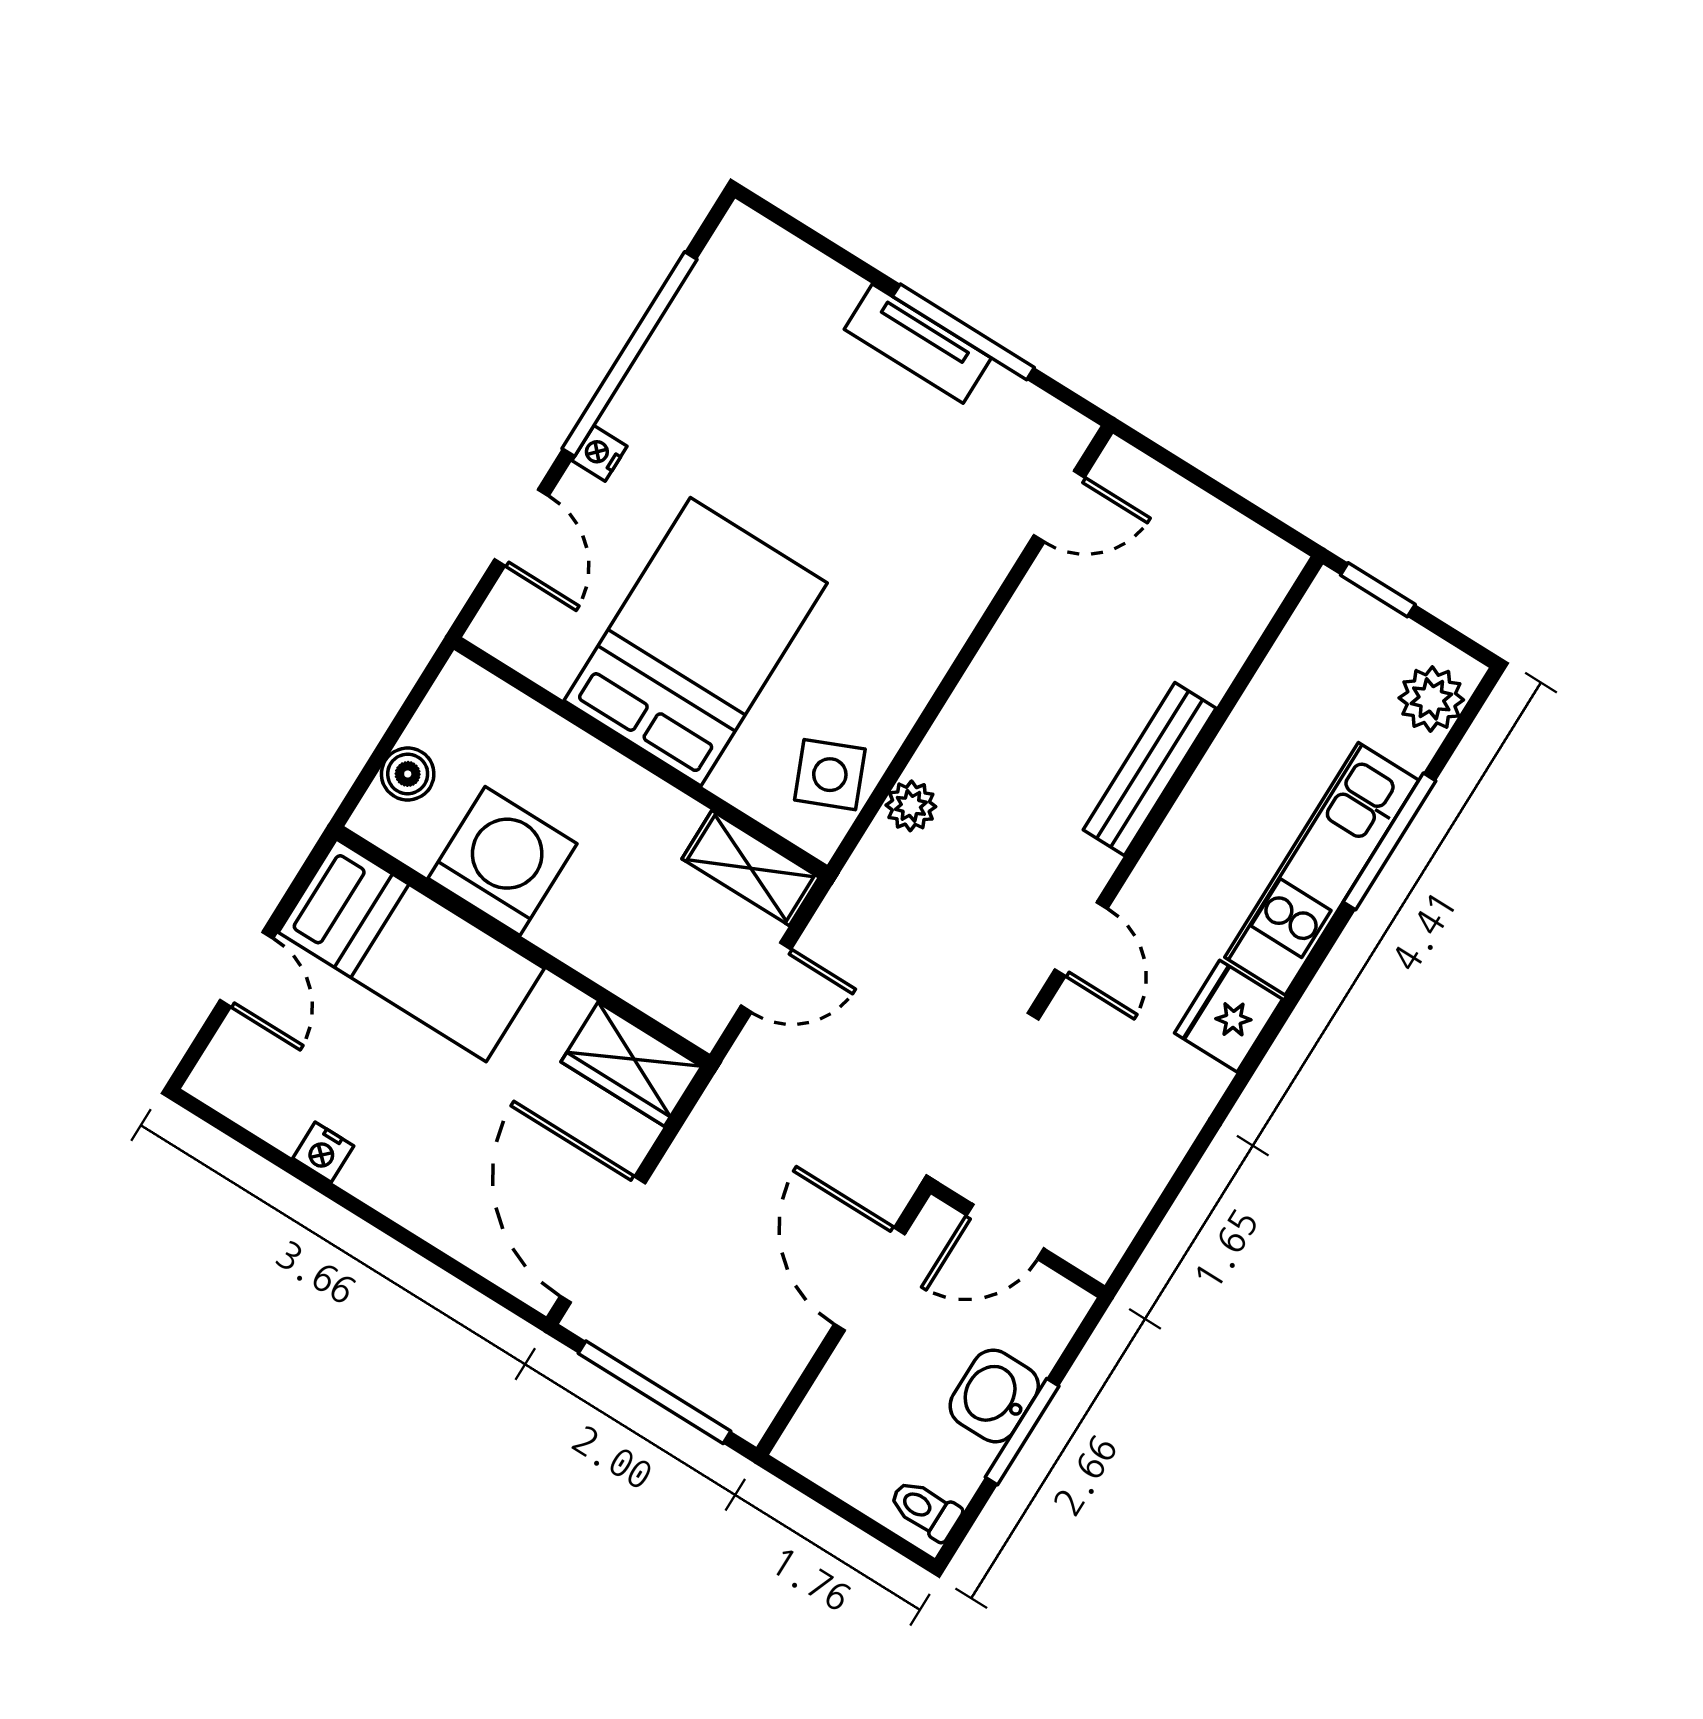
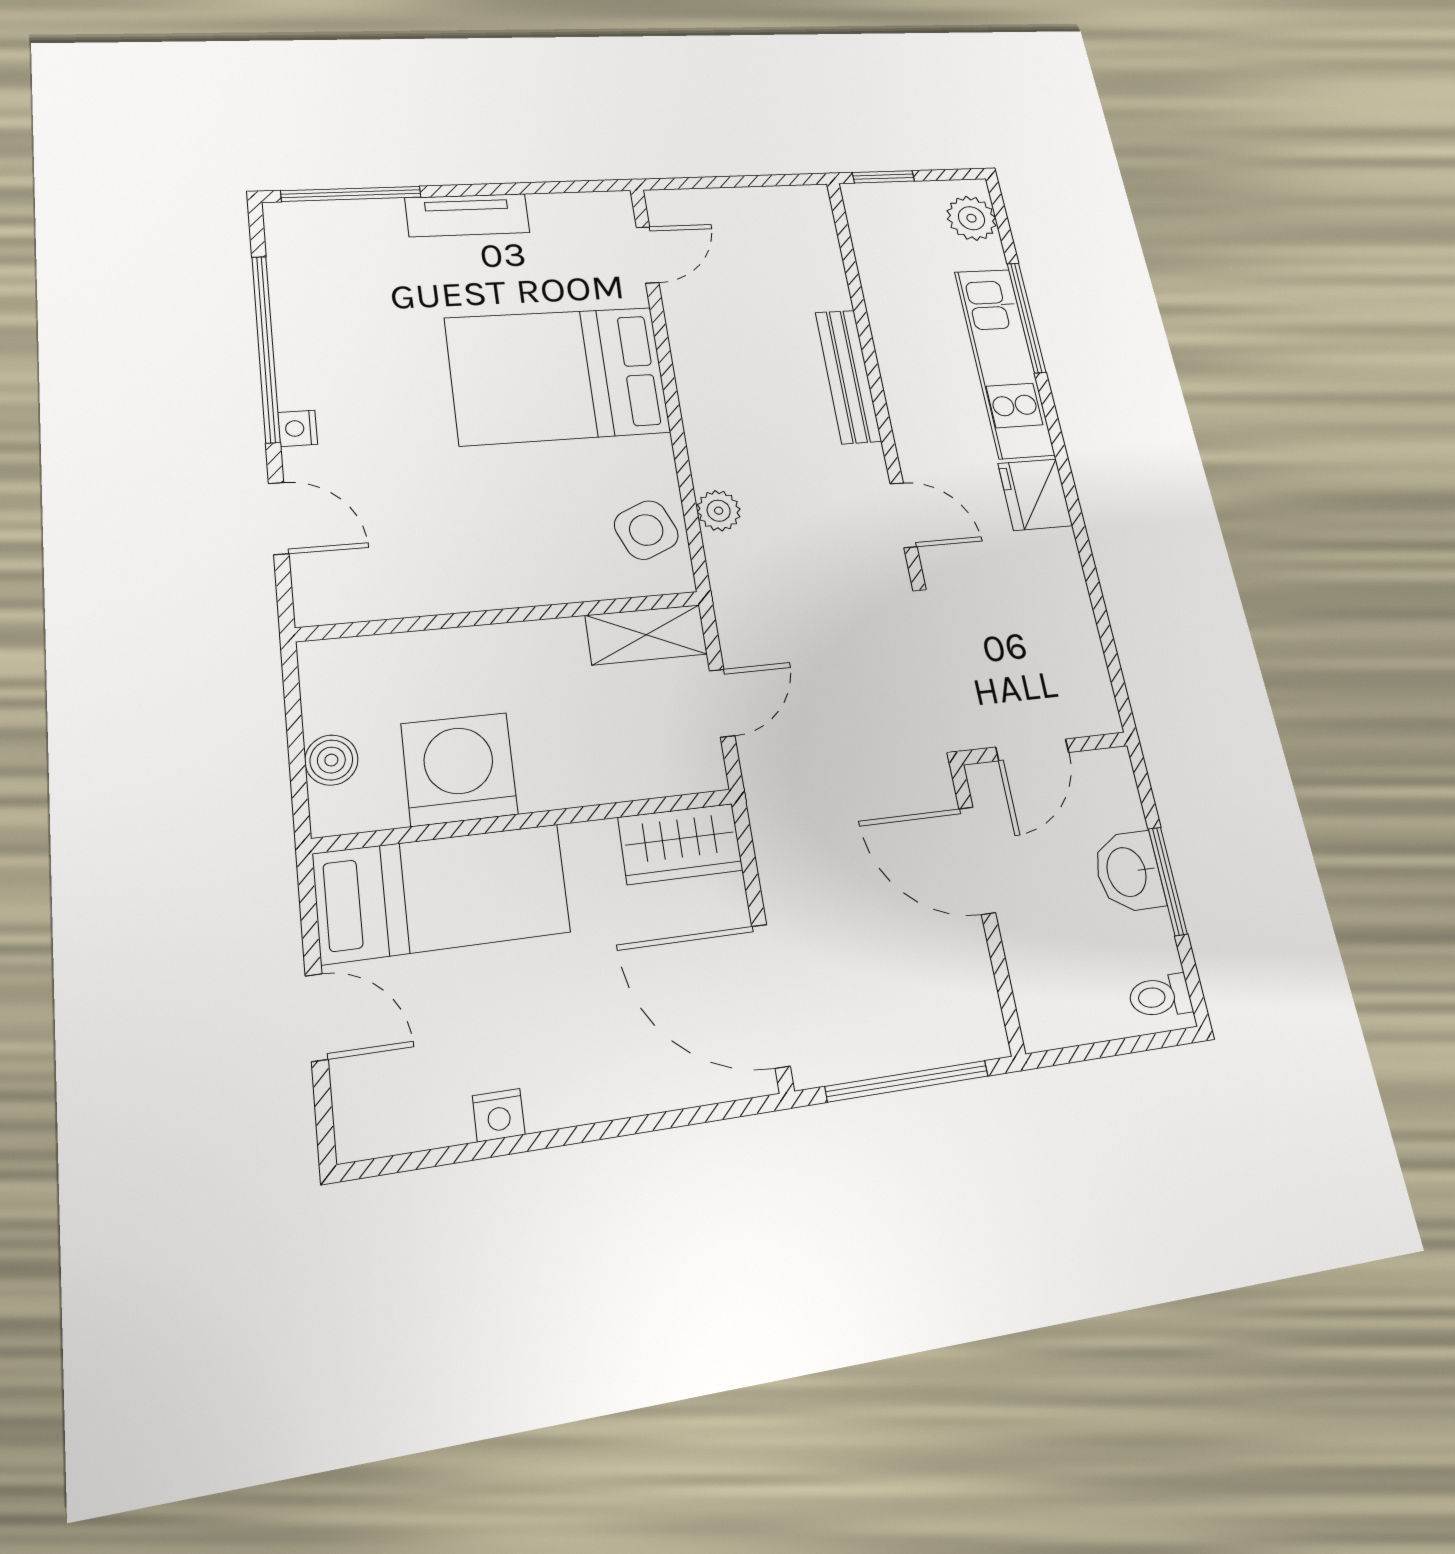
window: (963, 332) -> (351, 194), moved
bed: (696, 642) -> (557, 375), moved, turned -90

